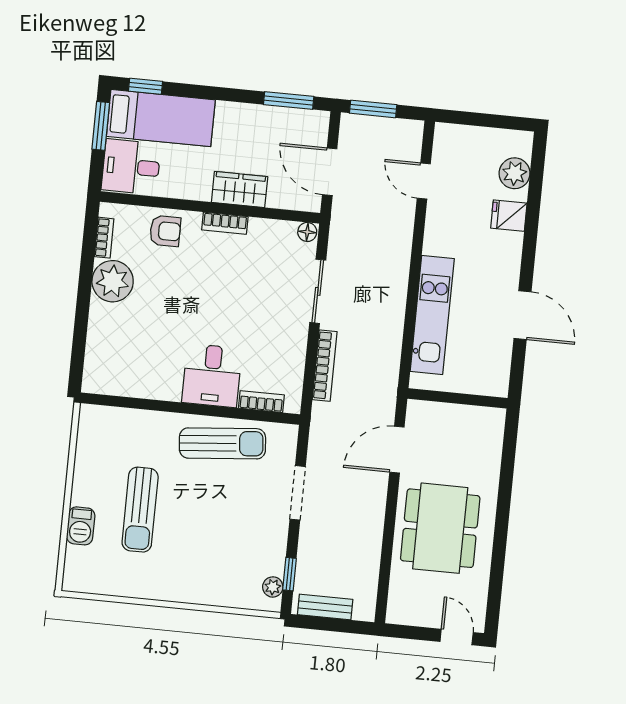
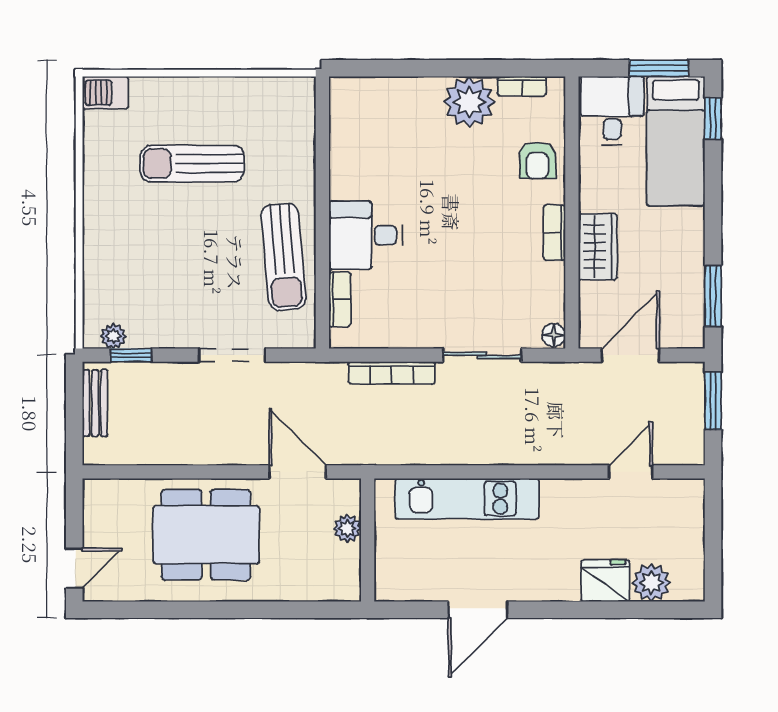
fridge: (509, 216) -> (605, 581), width x1.38
plant: (446, 414) -> (347, 528), added
barbecue: (81, 526) -> (105, 93), moved

